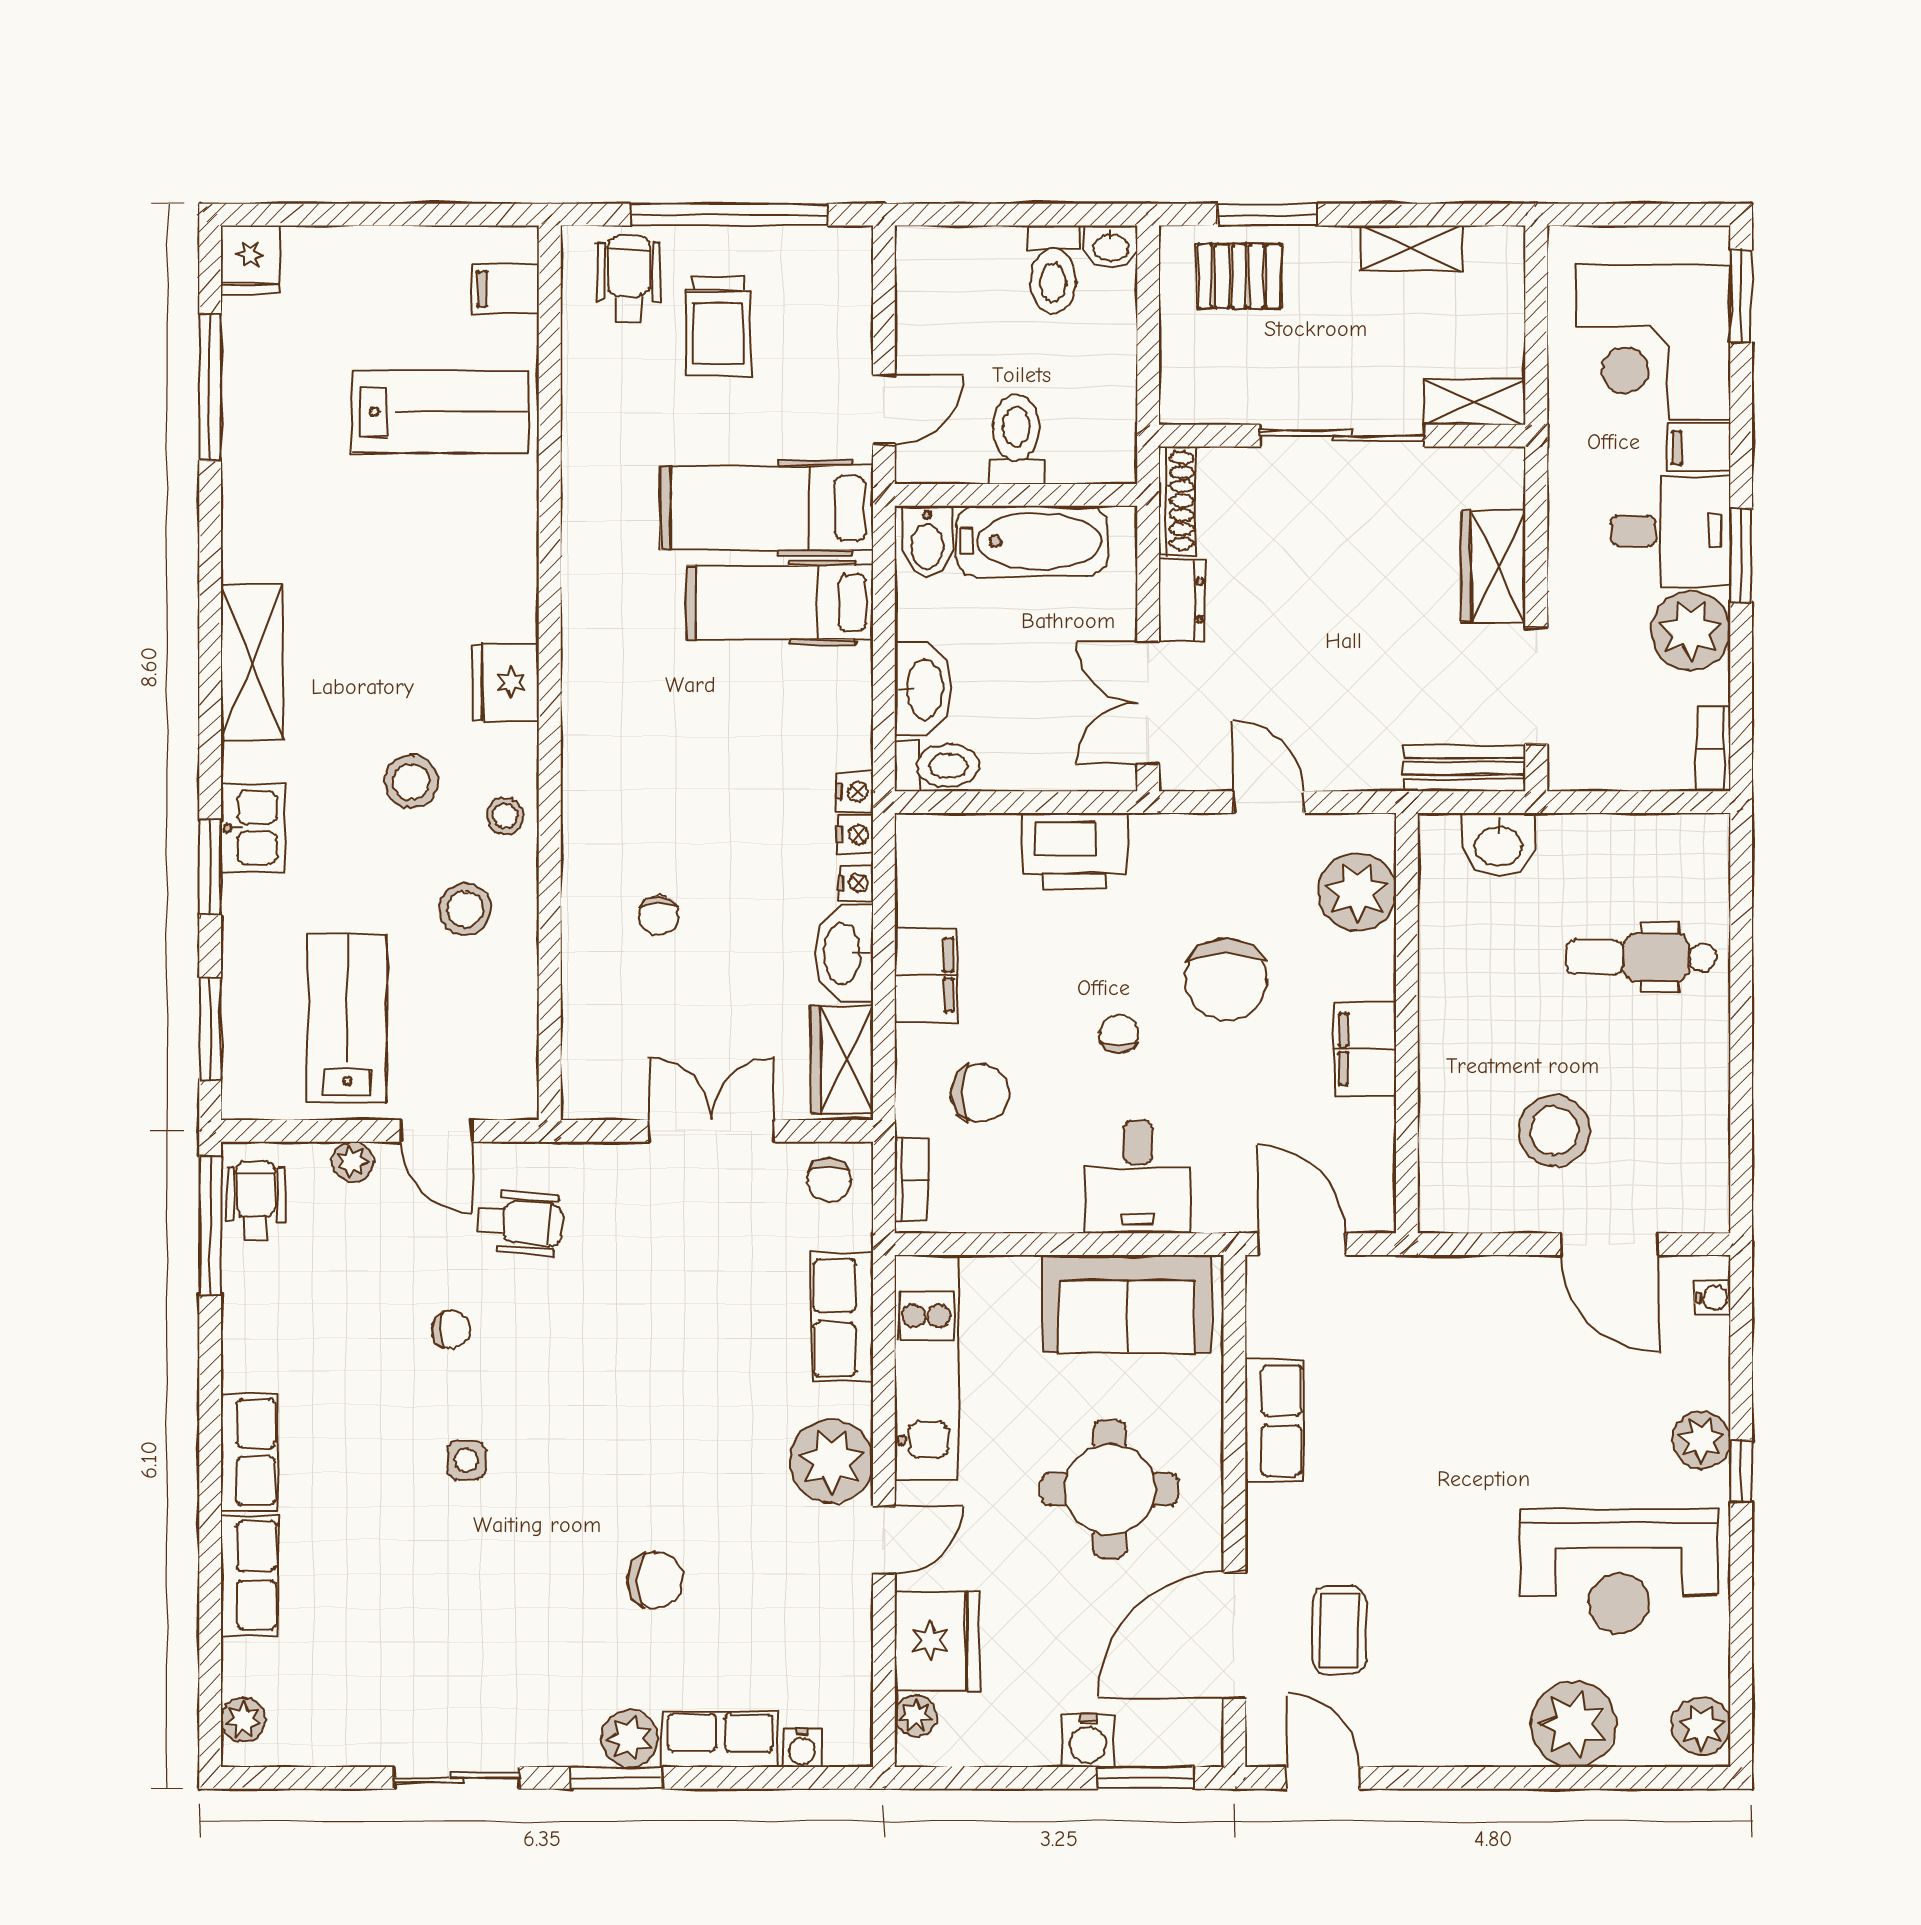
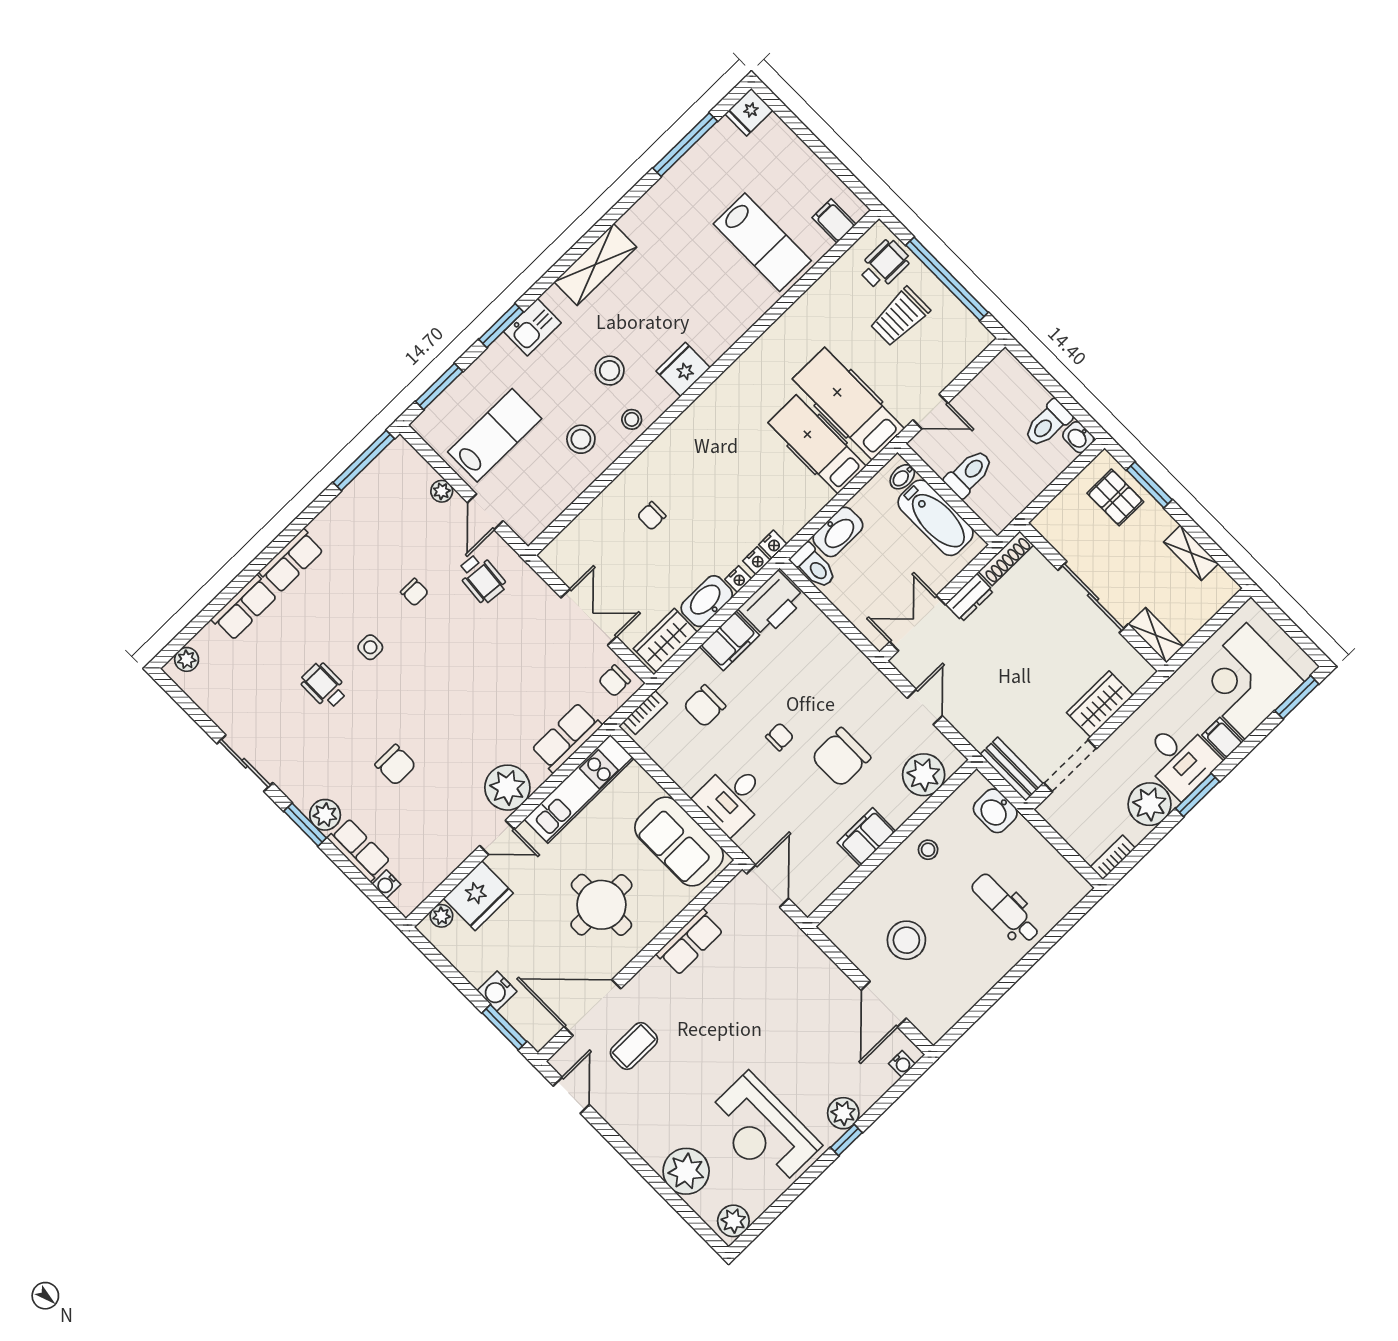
bidet: (927, 541) -> (902, 477), width x0.72, depth x0.74
printer: (1074, 851) -> (772, 604), moved, turned -90
stool: (1462, 984) -> (928, 850), added
chair: (980, 1093) -> (705, 706), turned 90
wheelchair: (256, 1201) -> (324, 686), moved, turned -90

